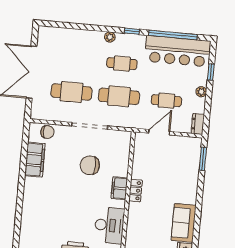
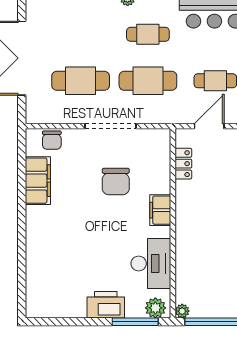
chair: (47, 132) -> (52, 140), turned 90
chair: (90, 165) -> (116, 182), turned -90
locker: (135, 191) -> (183, 164), moved

